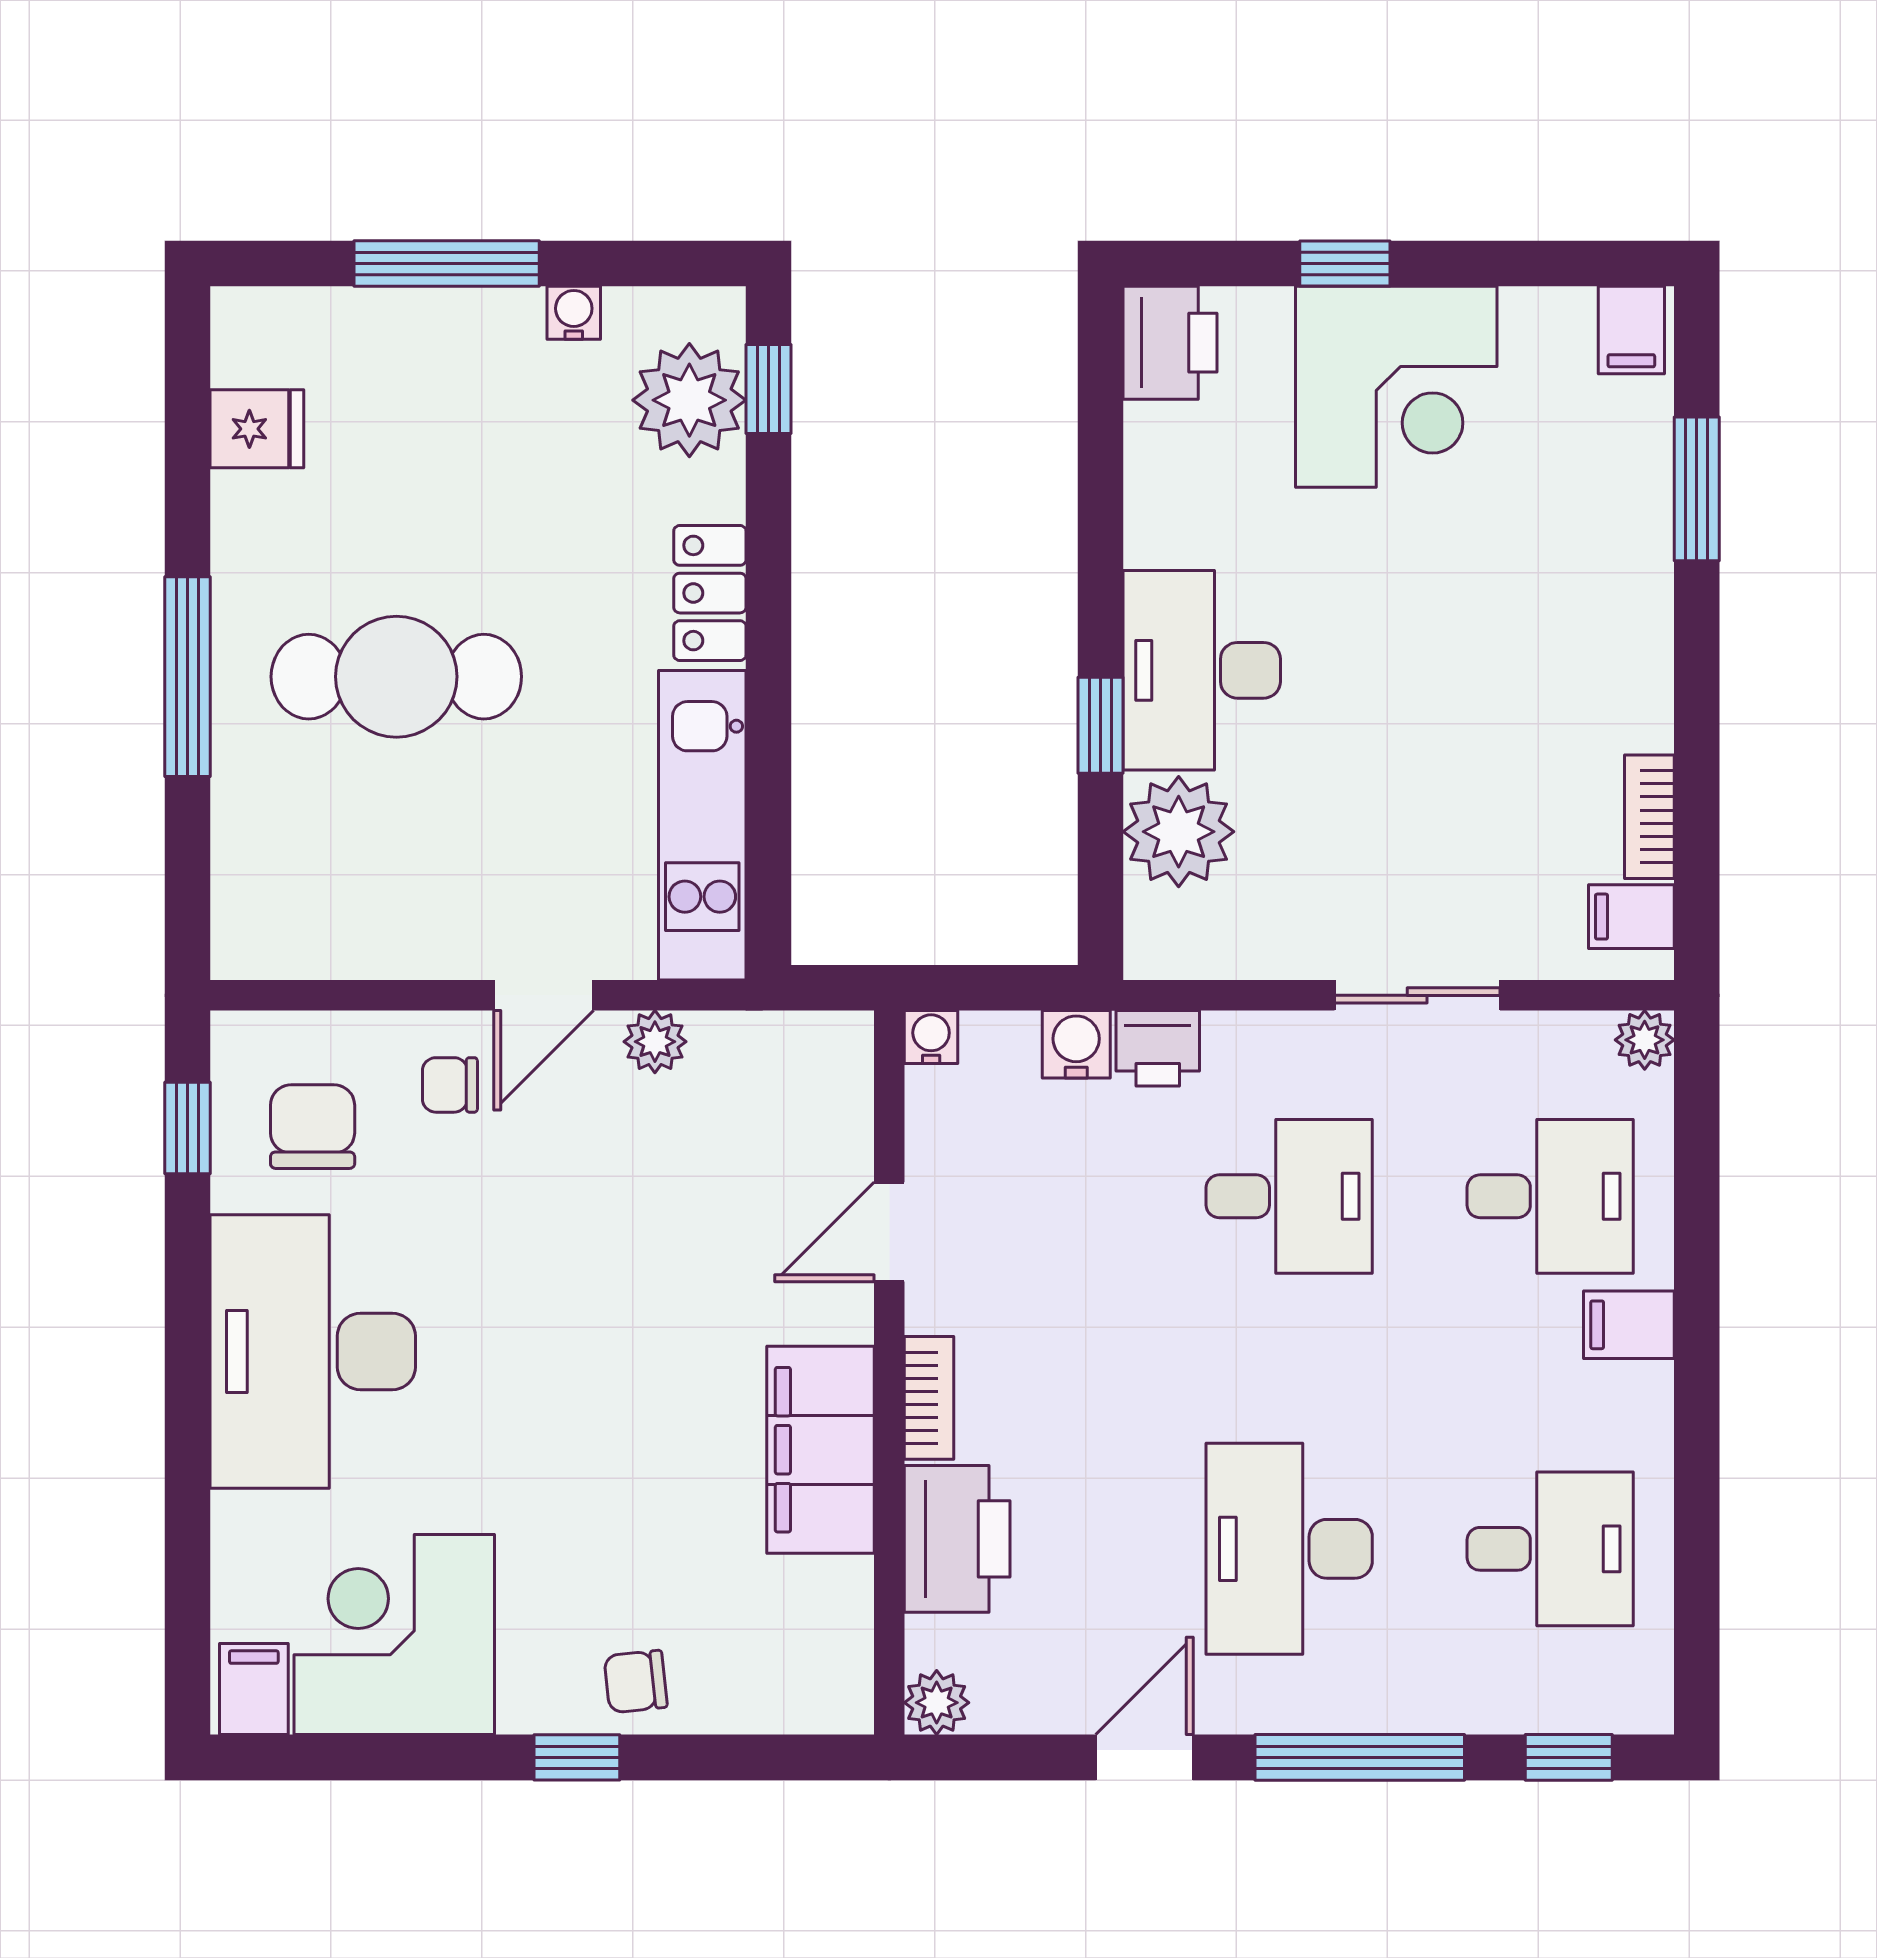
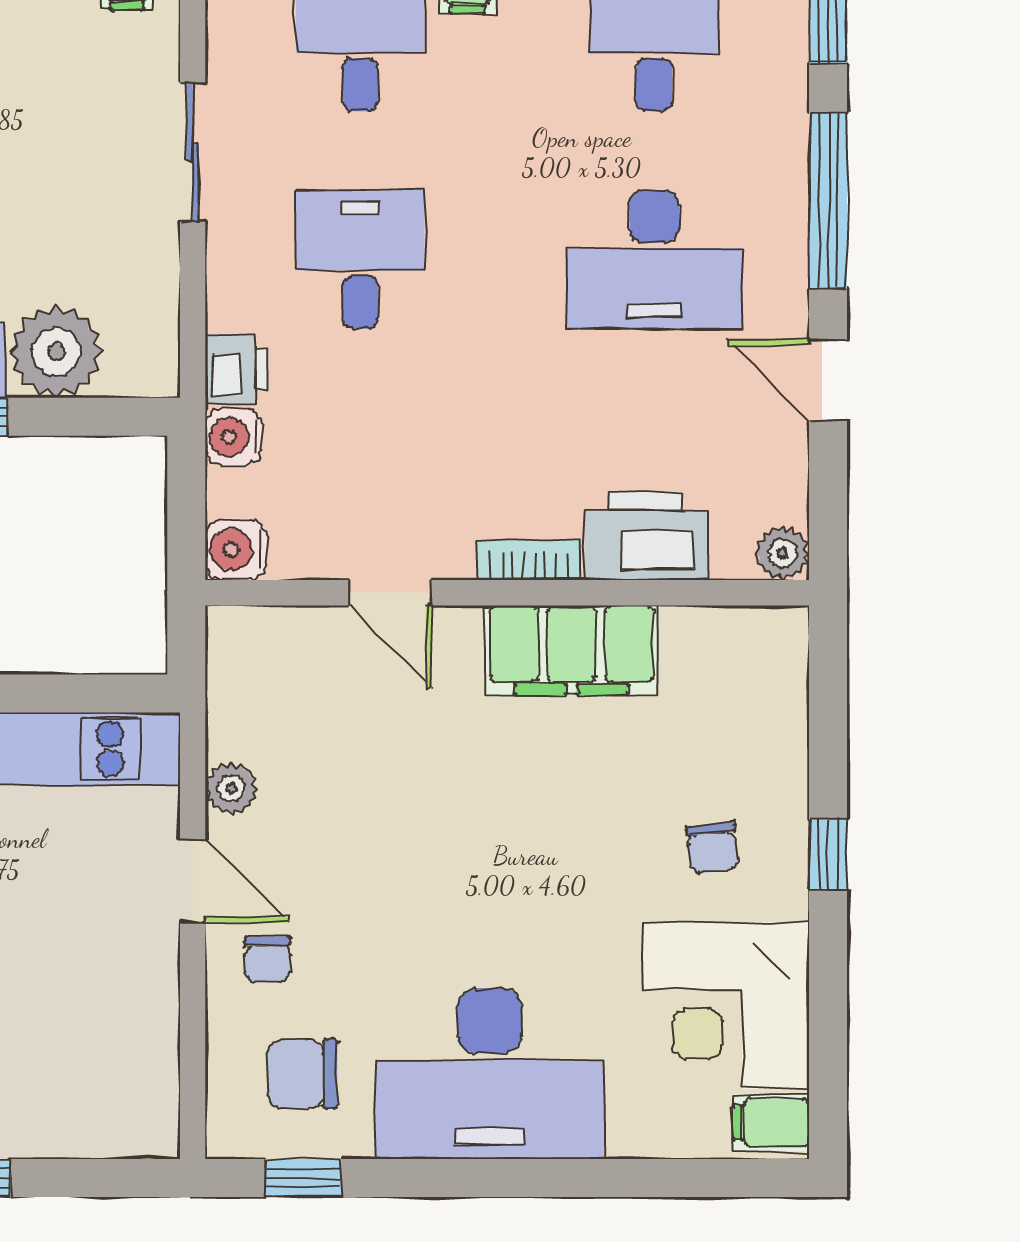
water cooler: (931, 1037) -> (236, 550), width x1.38, depth x1.38
chair: (636, 1682) -> (713, 848), moved

